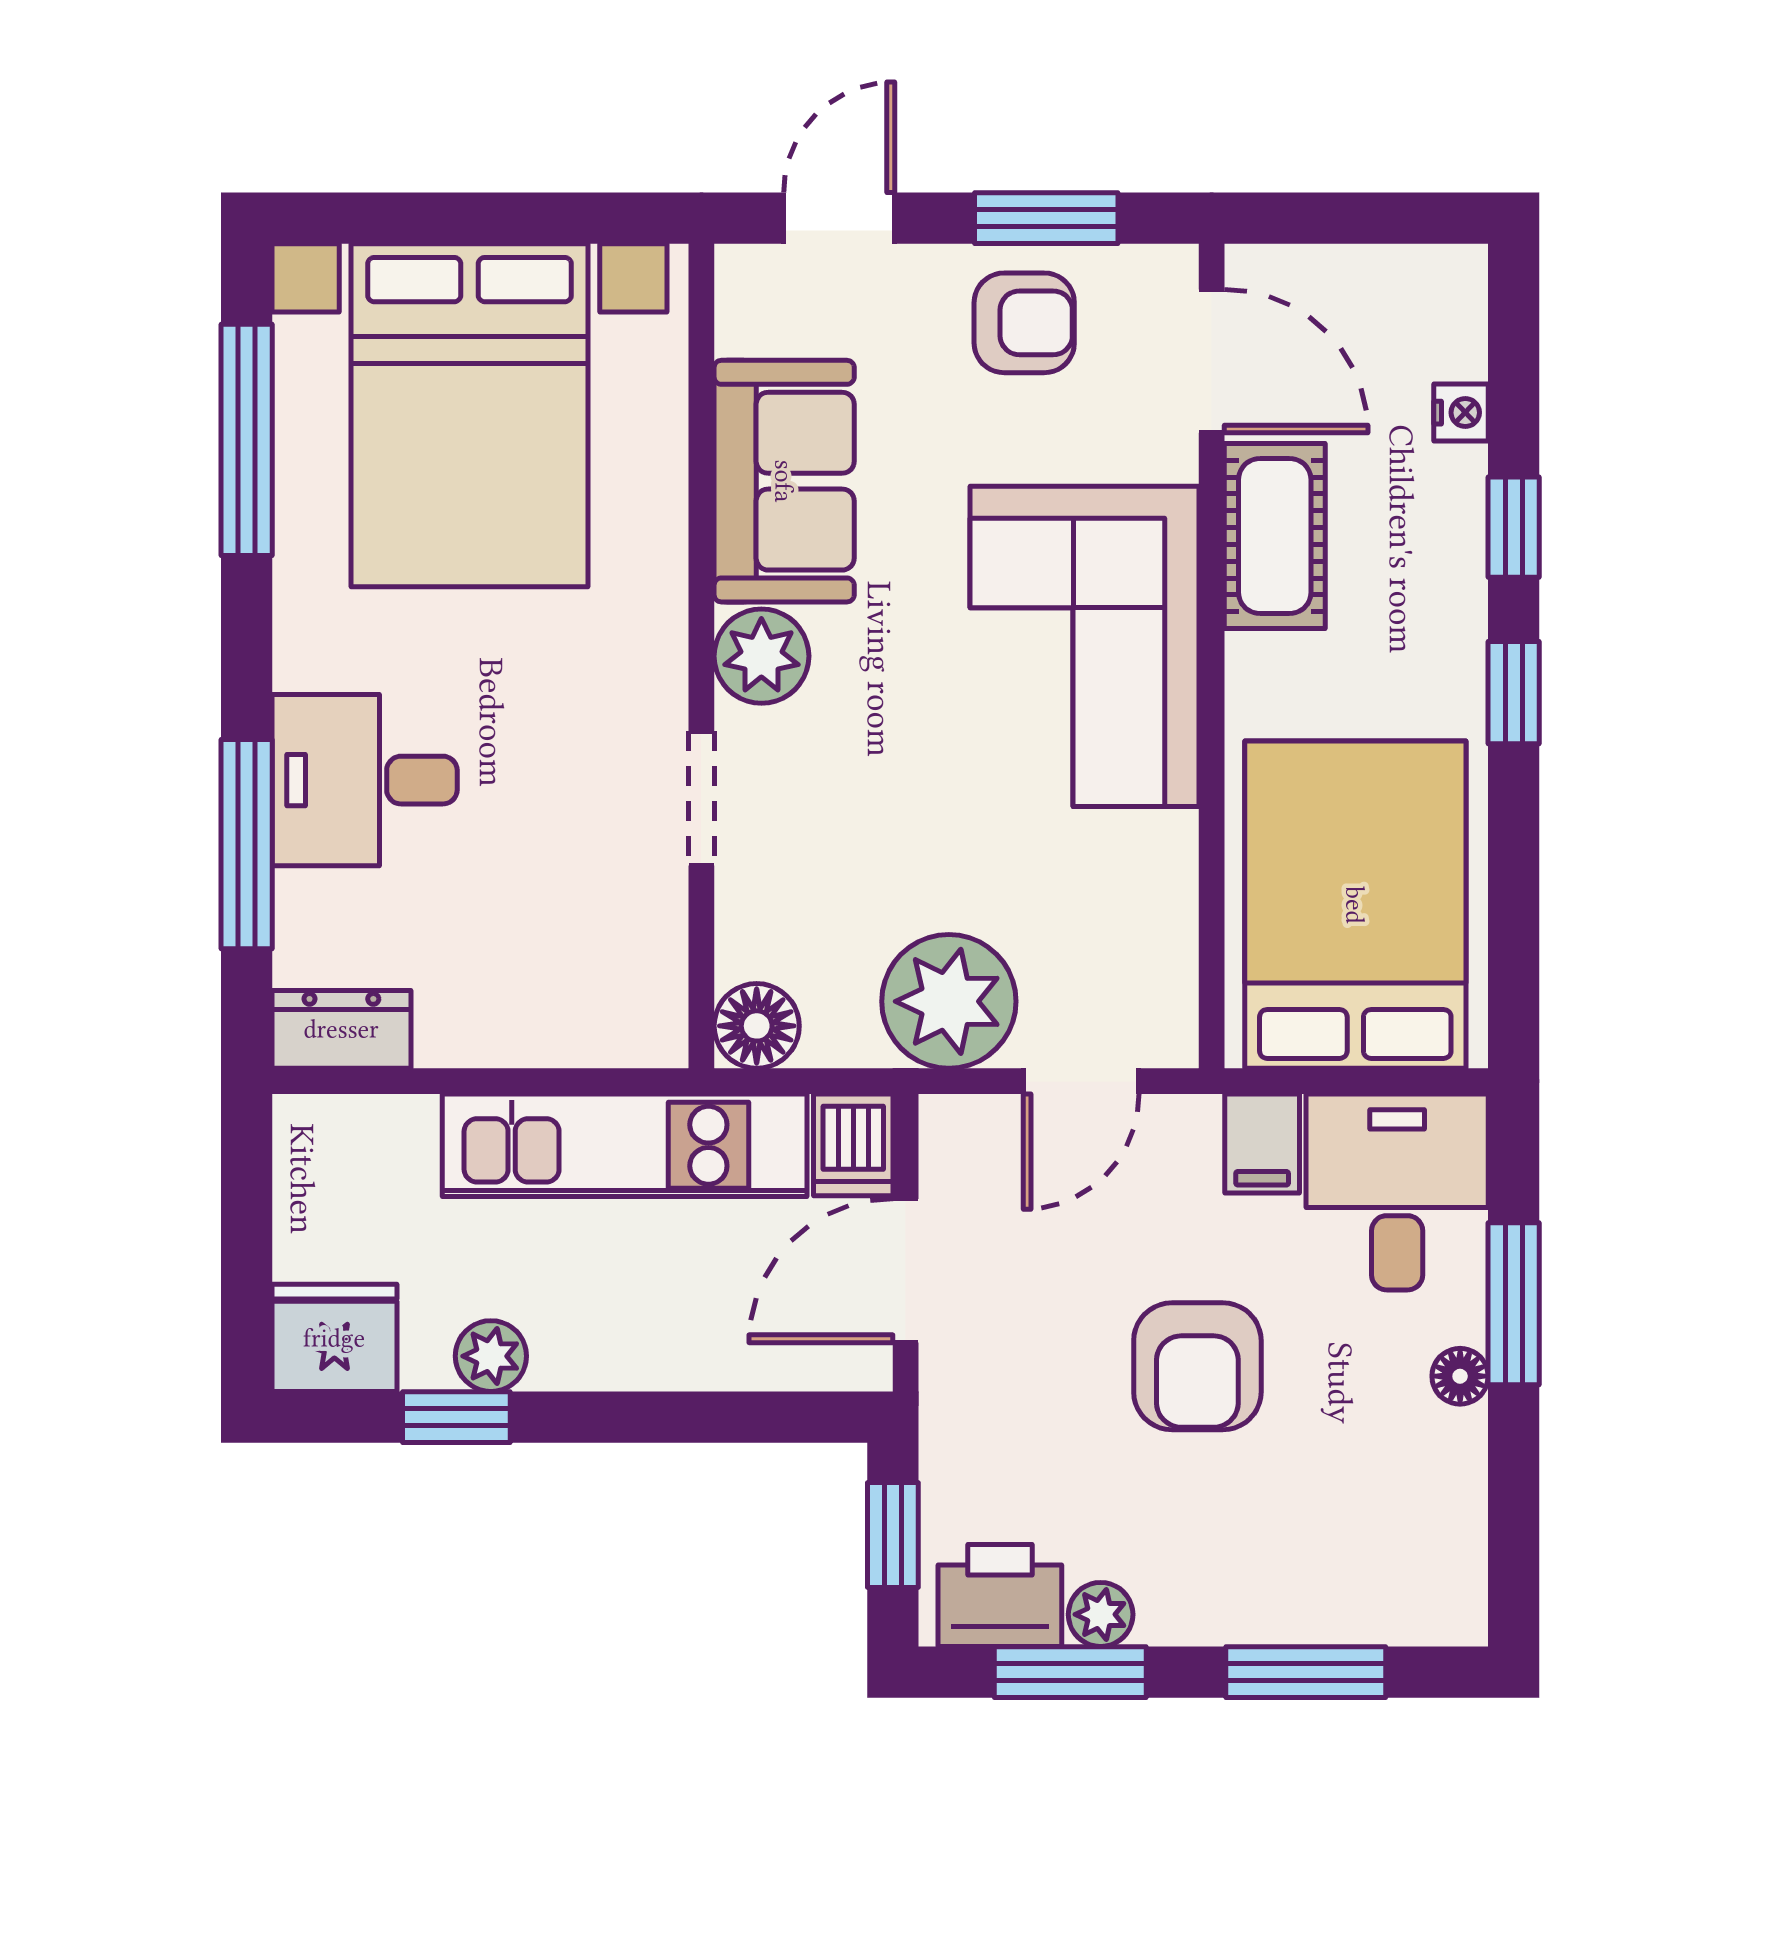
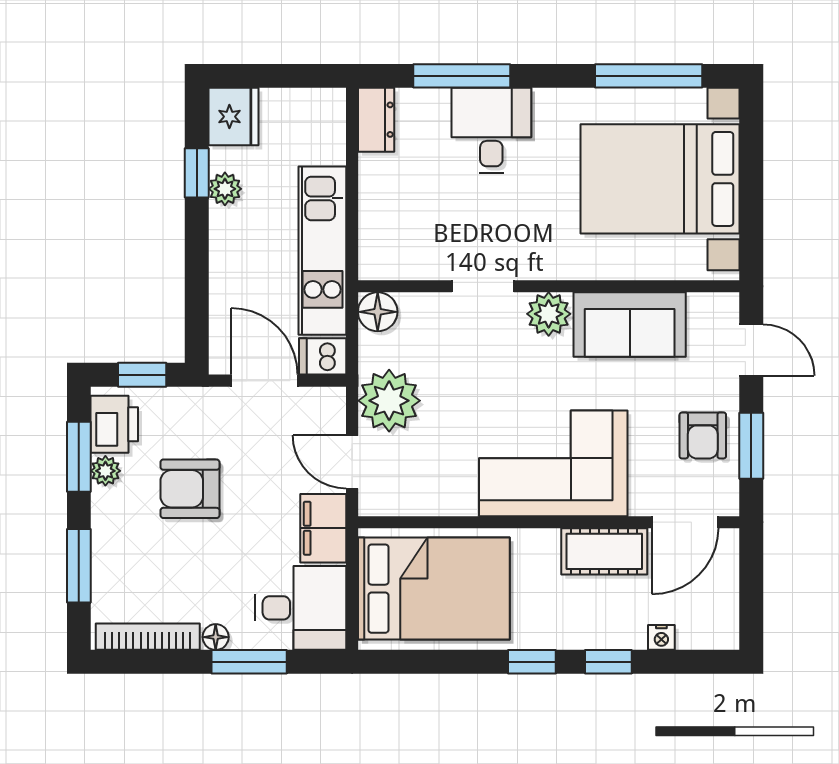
filing cabinet: (1262, 1144) -> (323, 528), width x2.00
armchair: (1197, 1366) -> (190, 489), moved
bookcase: (1459, 1523) -> (148, 637), added

